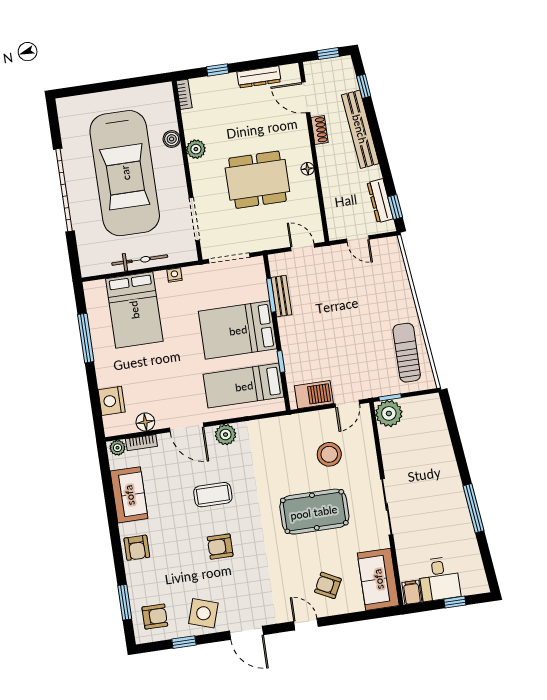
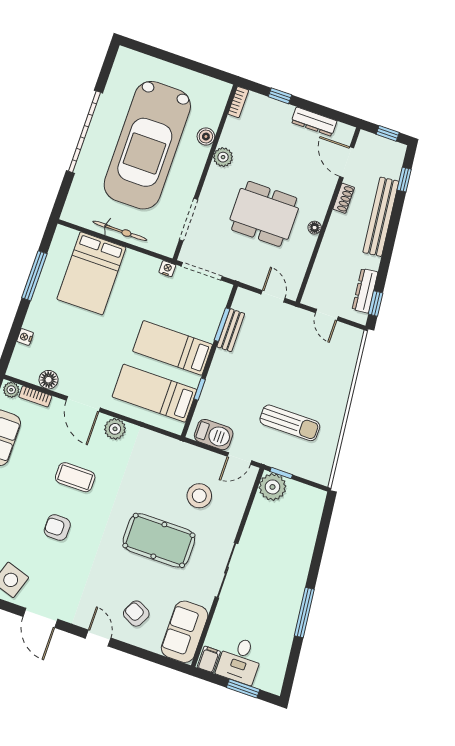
nightstand: (175, 275) -> (167, 269), moved
bed: (238, 330) -> (173, 348), width x0.67
sun lounger: (407, 353) -> (290, 423), moved, turned 90
nightstand: (112, 401) -> (25, 337), width x0.53, depth x0.56
window: (455, 602) -> (243, 689), width x1.50

